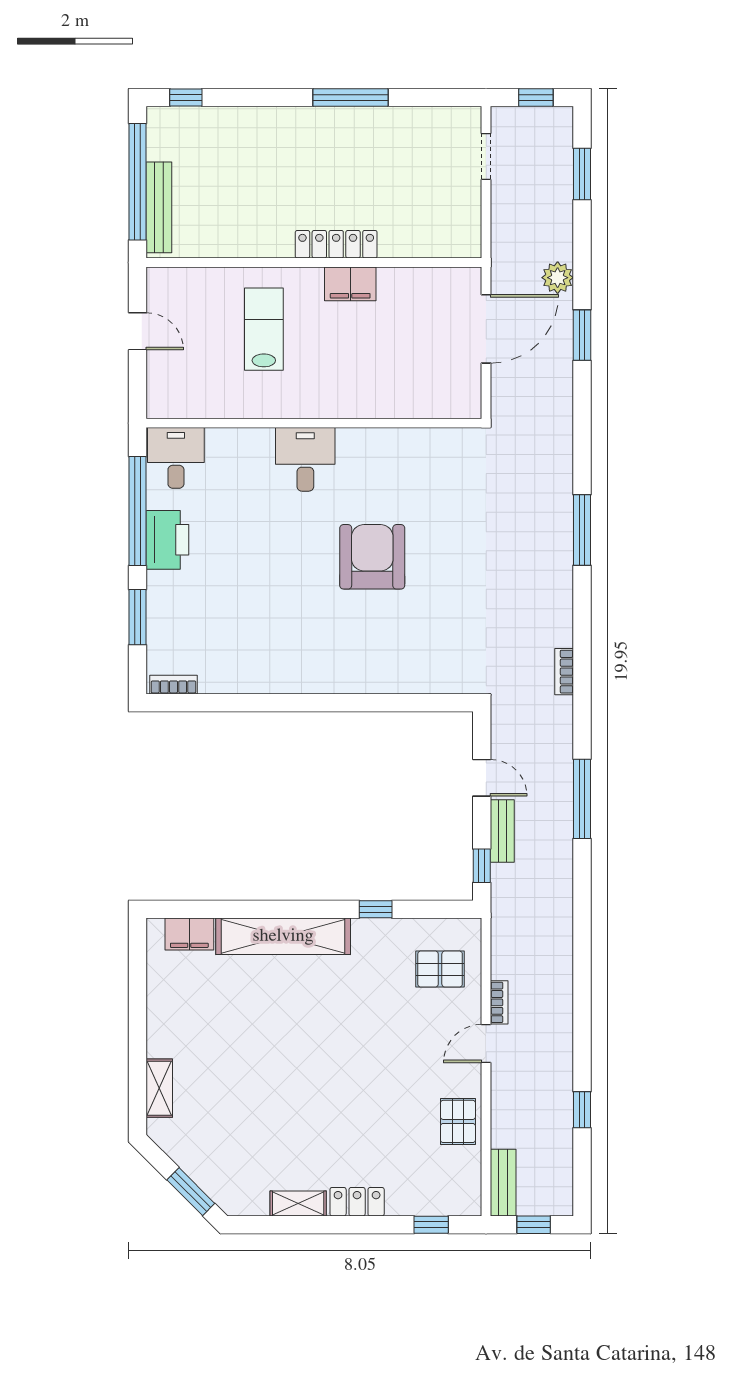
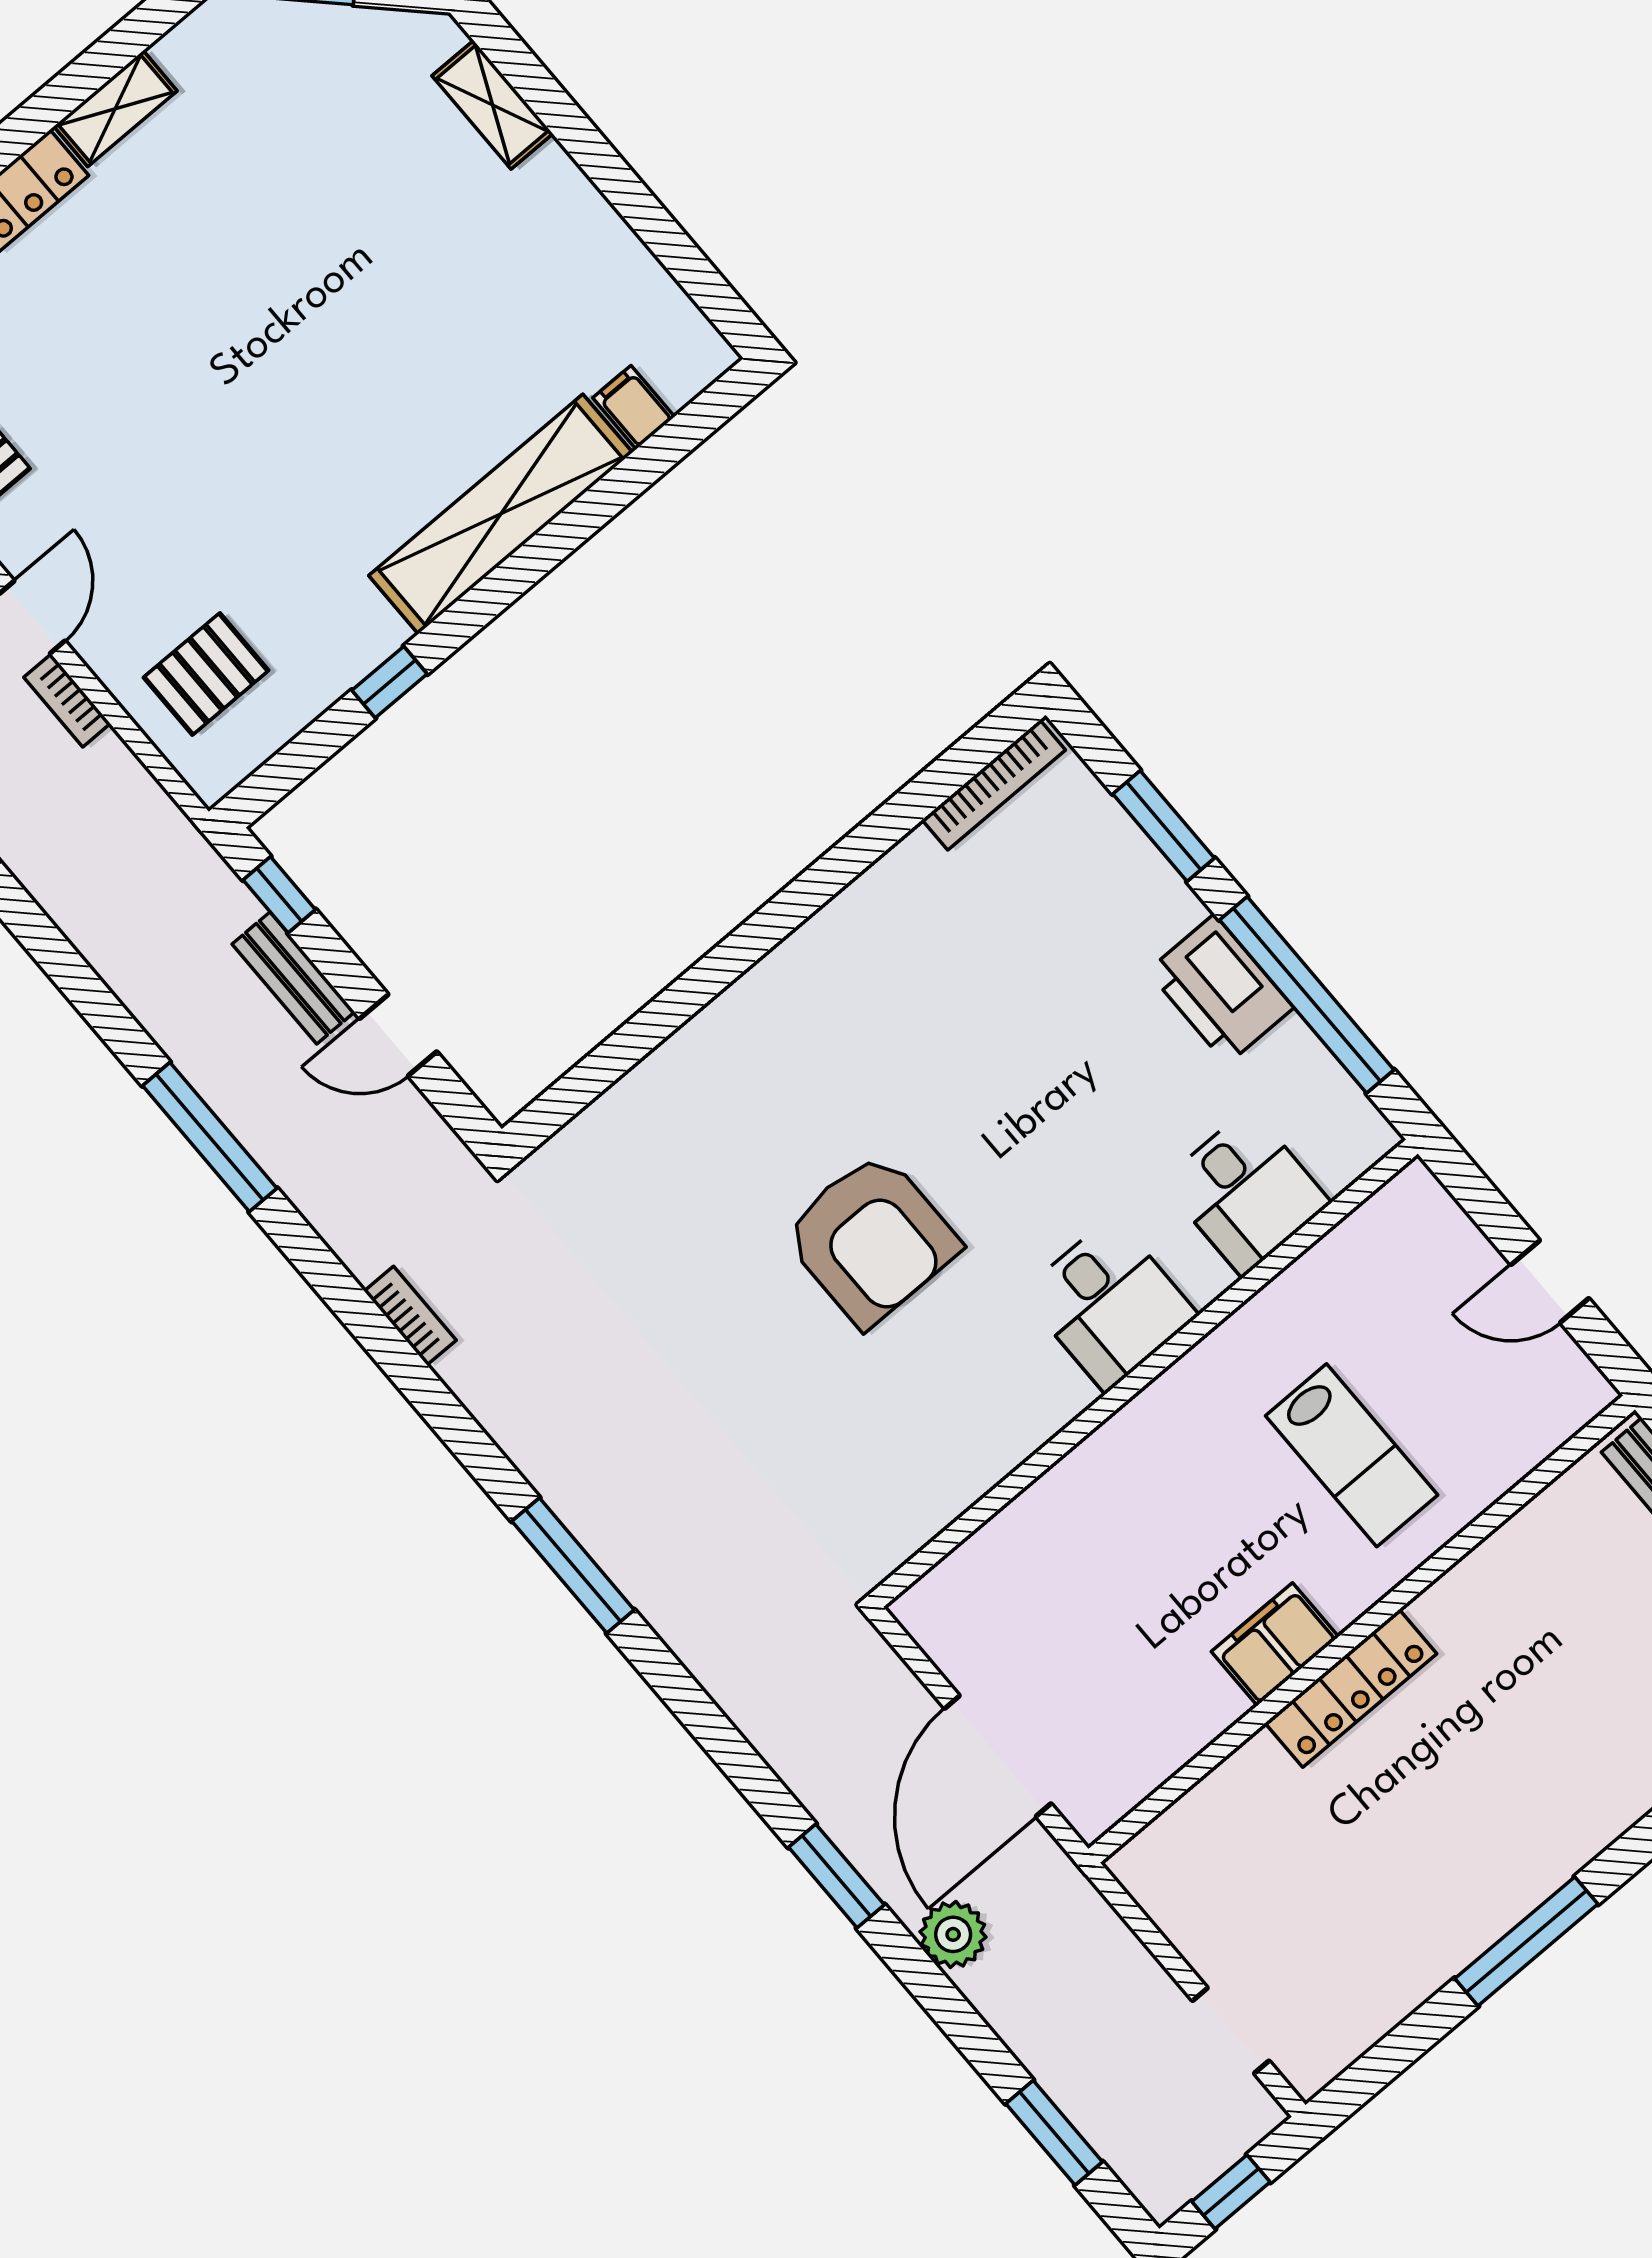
desk: (176, 458) -> (1246, 1192), moved
bookcase: (174, 685) -> (994, 785), width x1.56
filing cabinet: (189, 934) -> (634, 407), width x0.50

